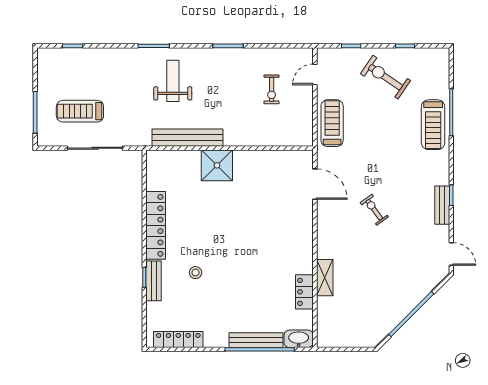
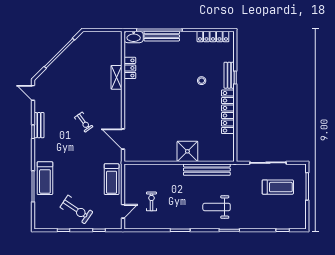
weight bench: (173, 81) -> (217, 207), turned 90
treadmill: (433, 125) -> (45, 178), turned 180

